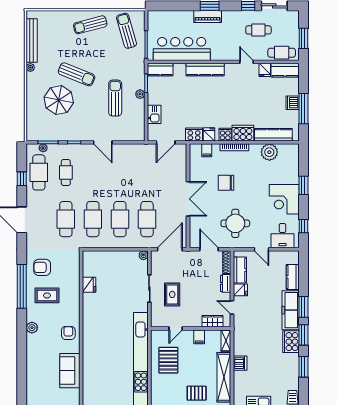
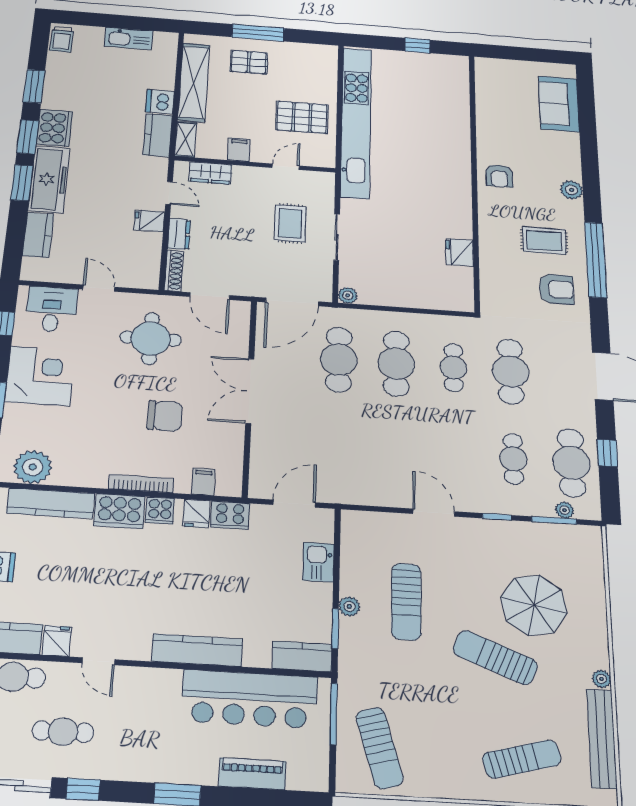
piano: (208, 16) -> (252, 774), moved
sun lounger: (90, 25) -> (522, 759), moved
plant: (269, 152) -> (33, 467), moved
cafe table: (93, 219) -> (453, 367), width x0.73, depth x0.74
kitchen counter: (240, 270) -> (158, 135), moved
pallet: (168, 360) -> (302, 117), turned 90
sofa: (70, 371) -> (559, 104), moved, turned 180

